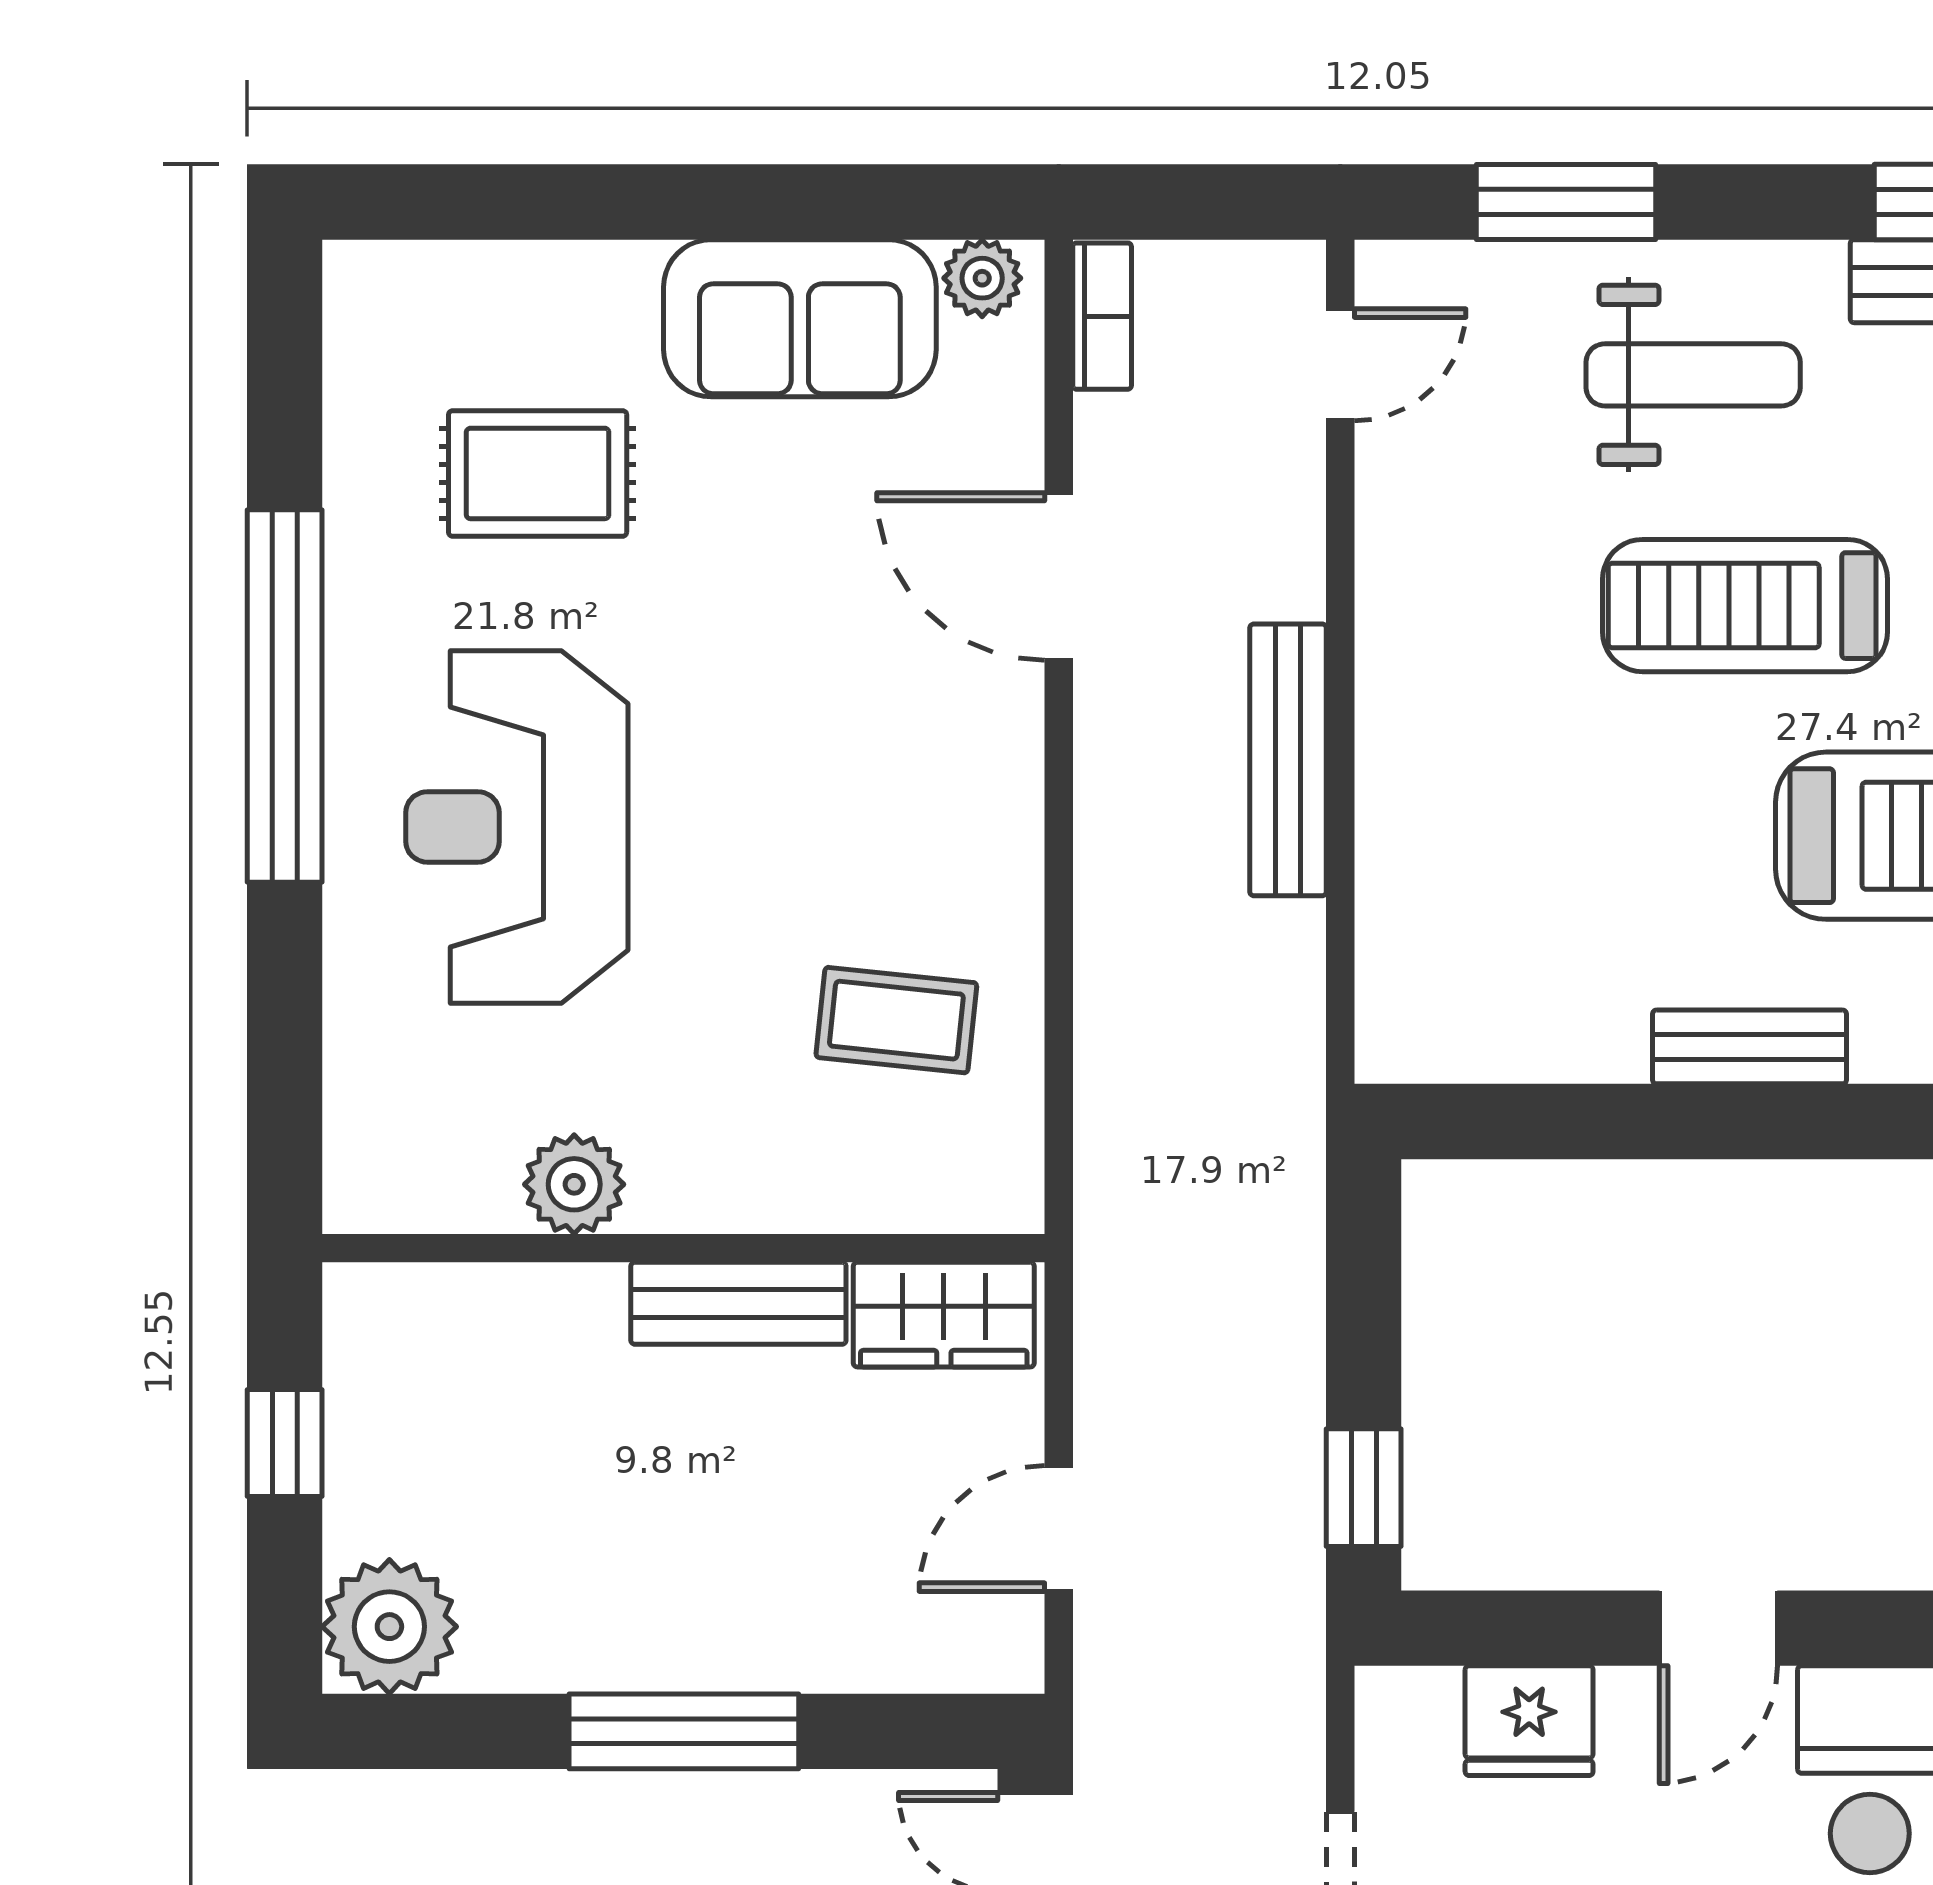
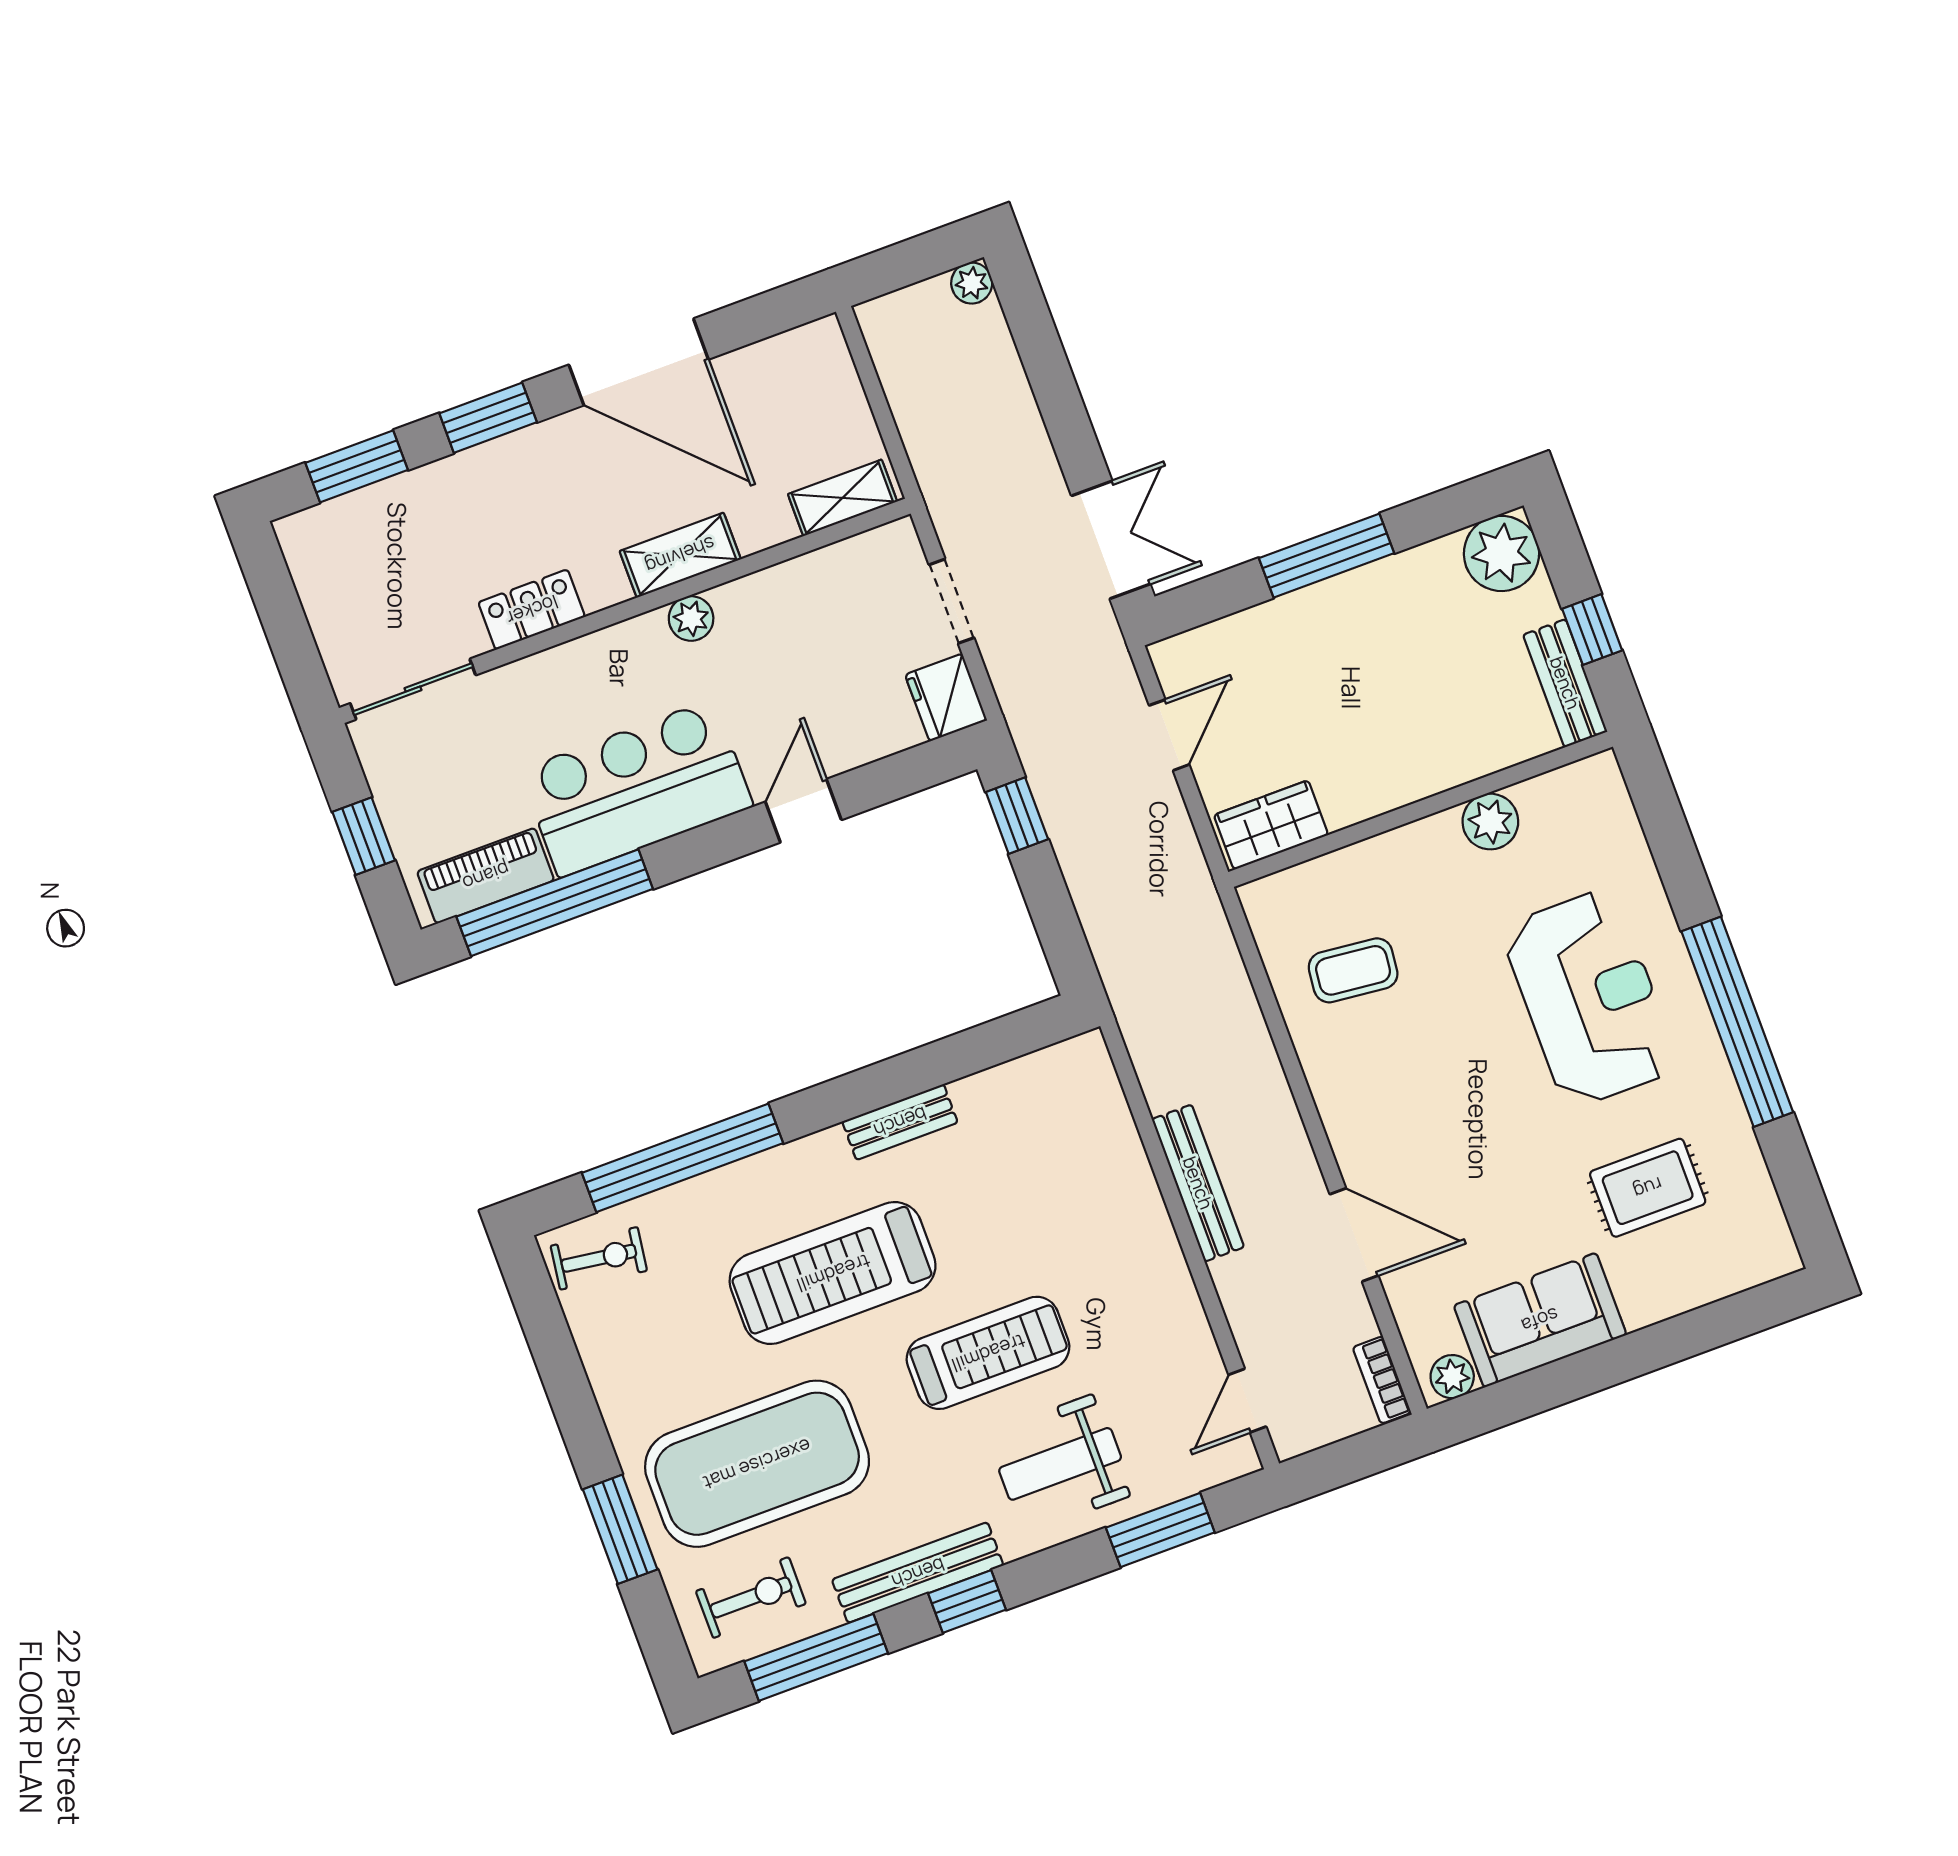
bench: (738, 1303) -> (1565, 683), moved, turned 90
fridge: (1529, 1721) -> (946, 697), moved, turned -90

